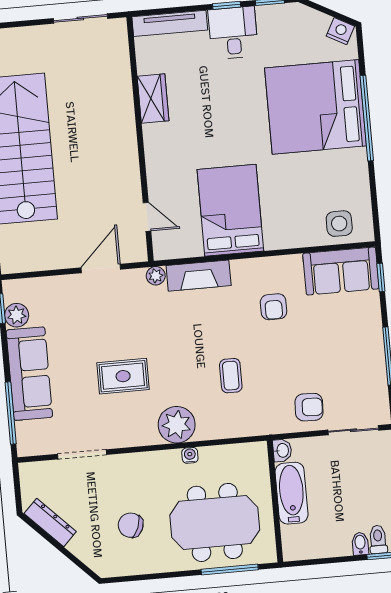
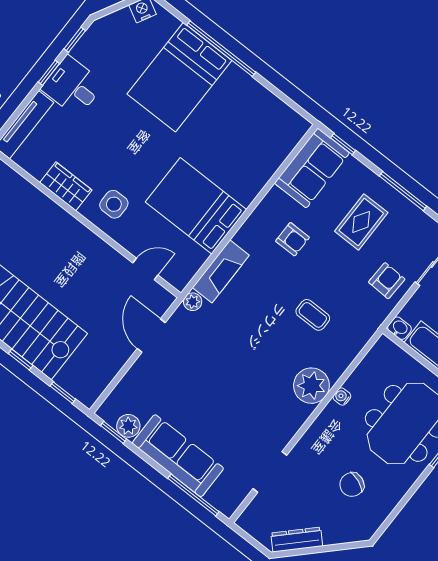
bed: (316, 107) -> (179, 77), width x0.73
side table: (339, 224) -> (114, 204), moved
rug: (123, 376) -> (361, 222), moved

